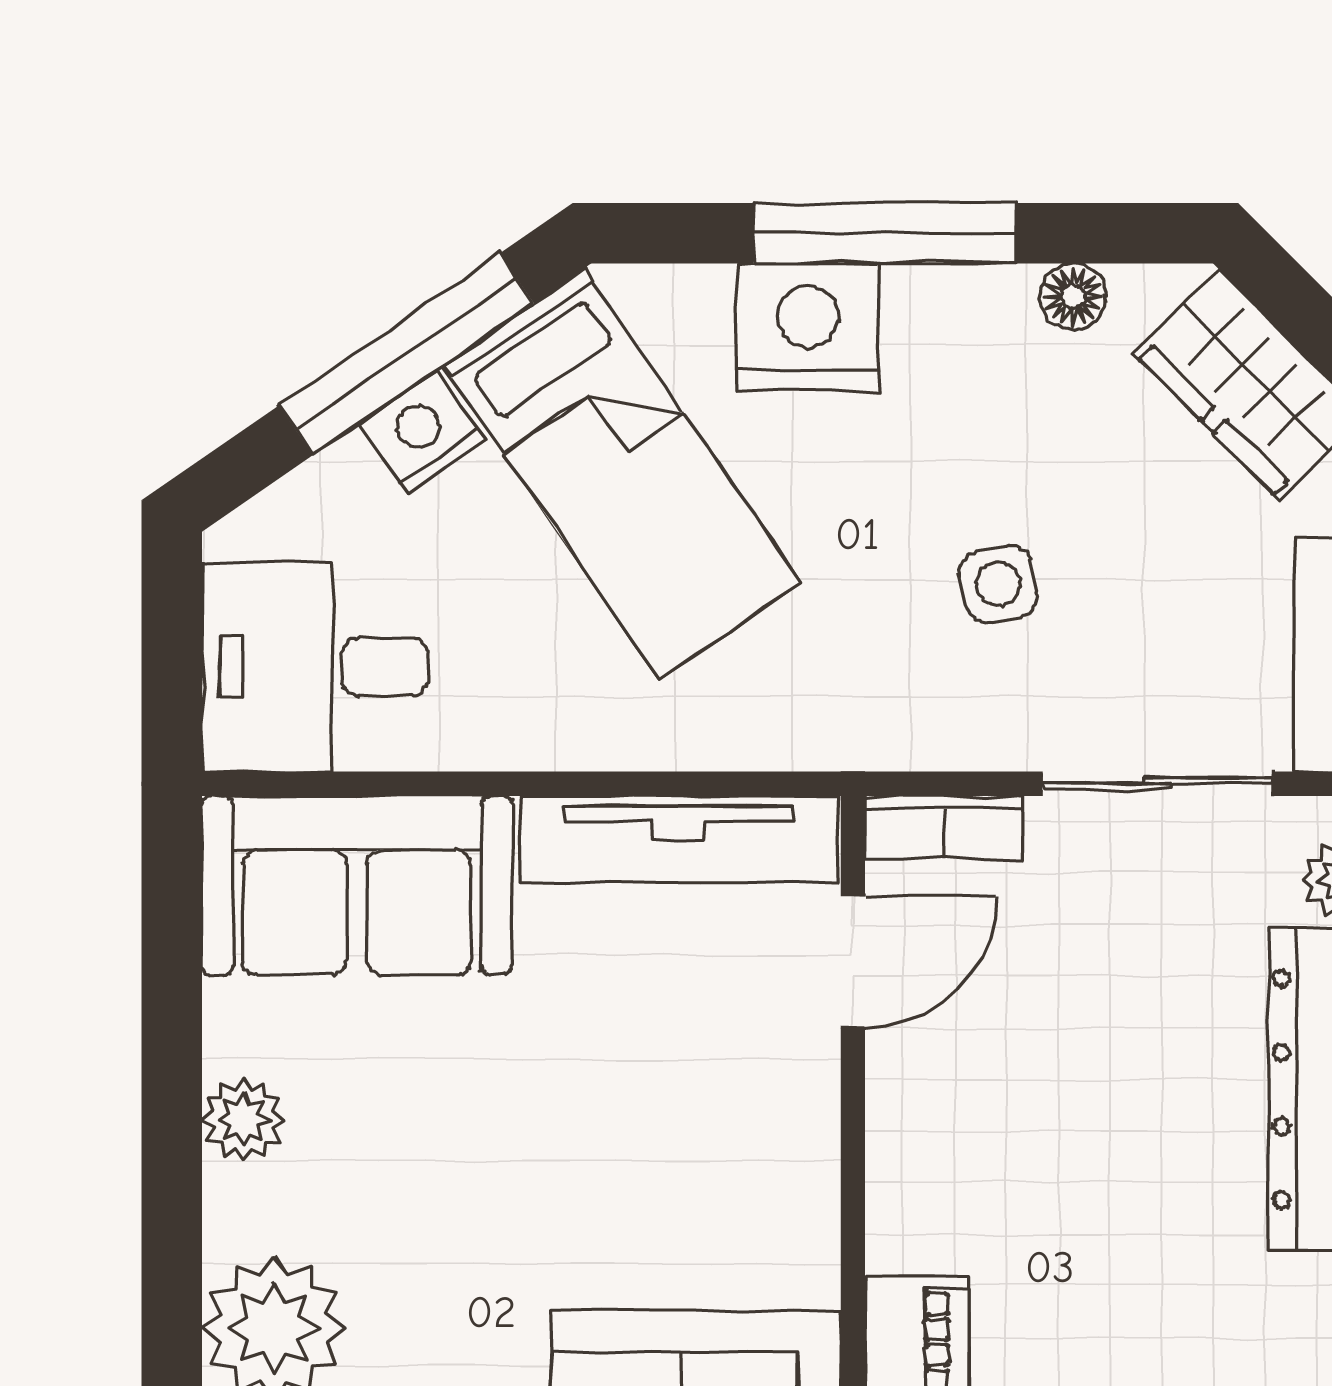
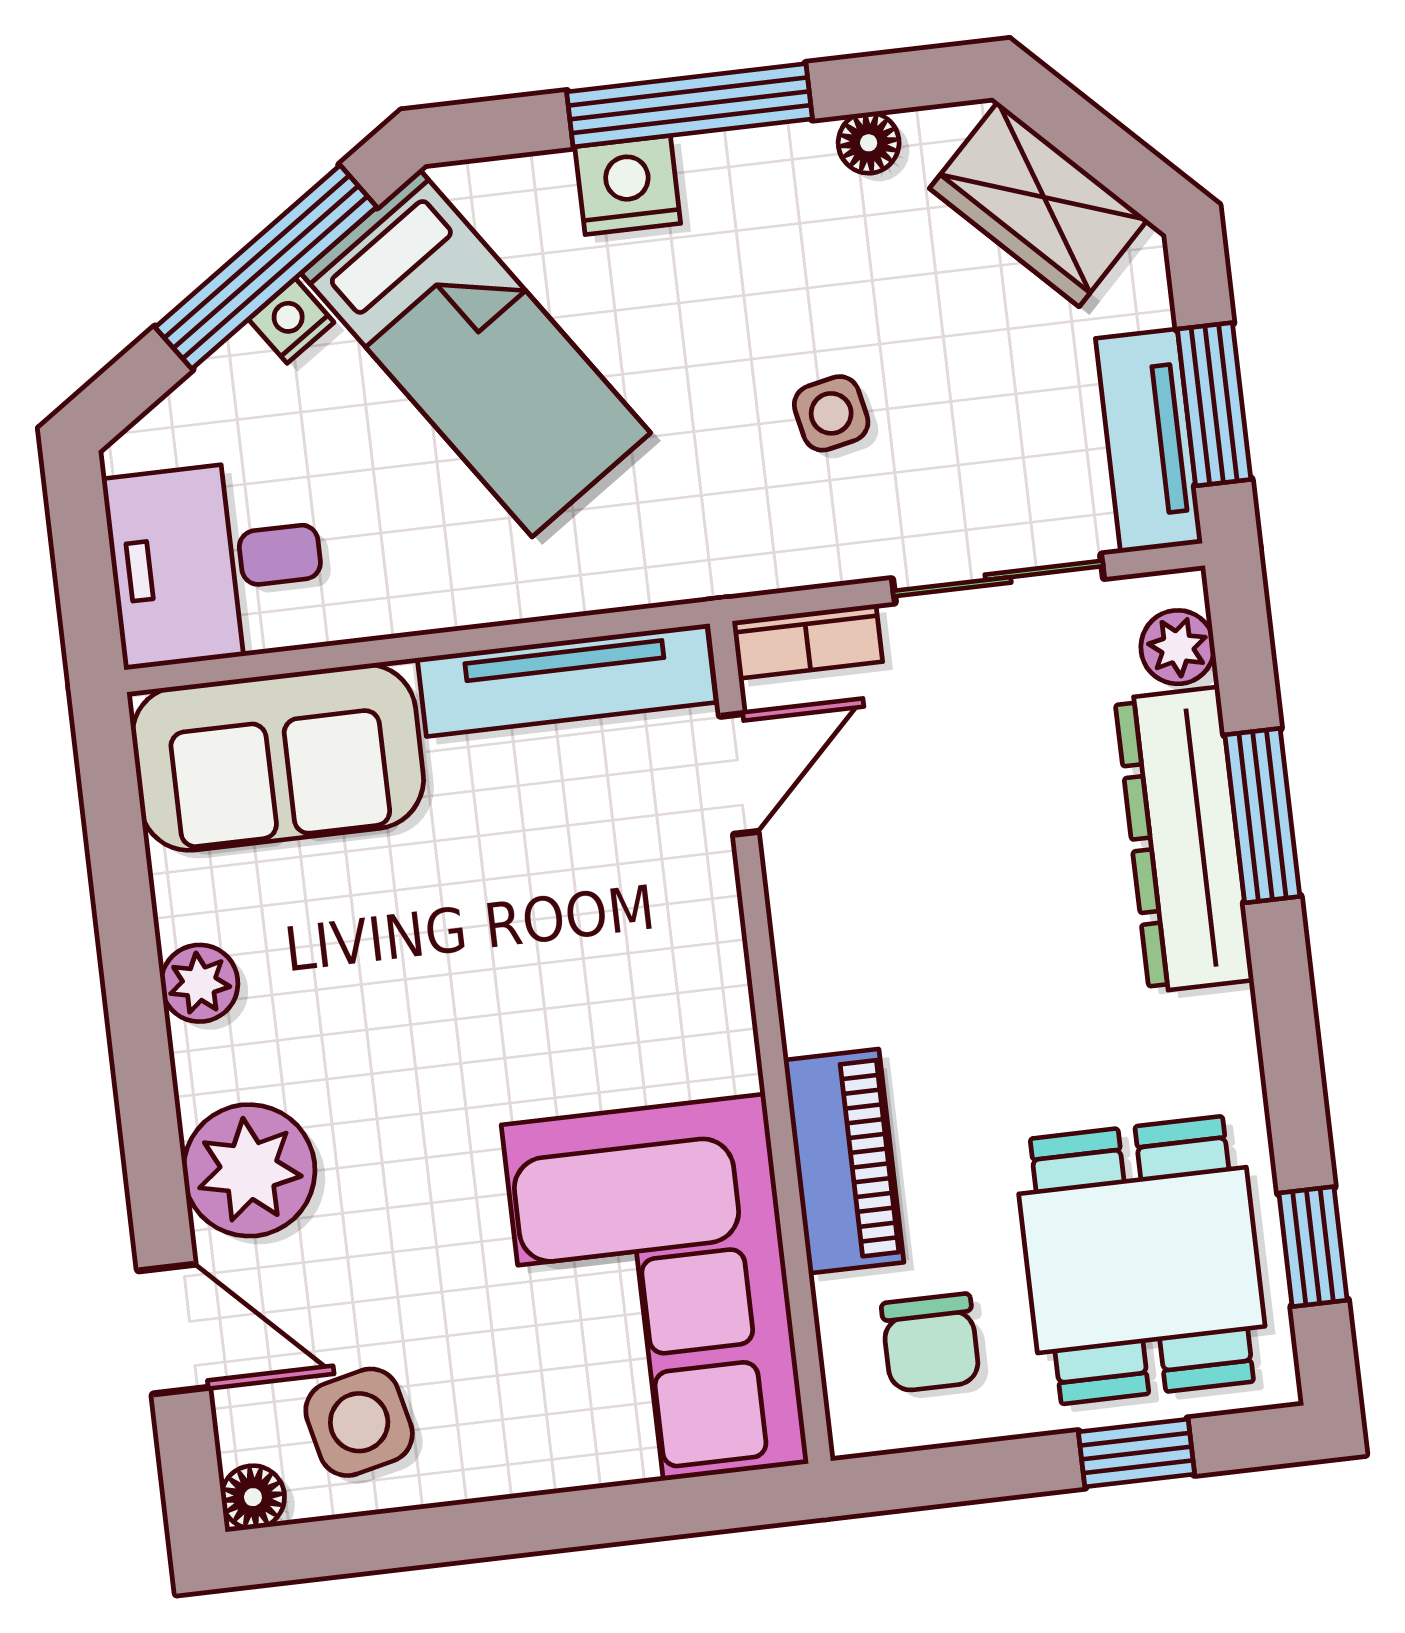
nightstand: (808, 327) -> (628, 185), width x0.74, depth x0.75
nightstand: (422, 432) -> (291, 321), width x0.72, depth x0.74

